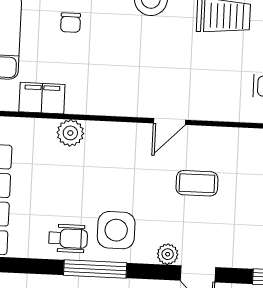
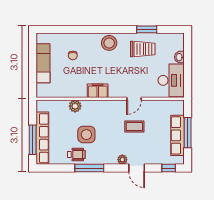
filing cabinet: (42, 98) -> (98, 91), moved
door: (170, 122) -> (134, 99), moved
side table: (116, 230) -> (86, 135), moved

